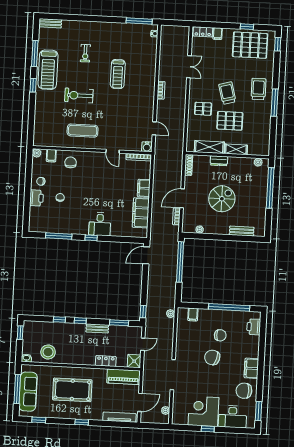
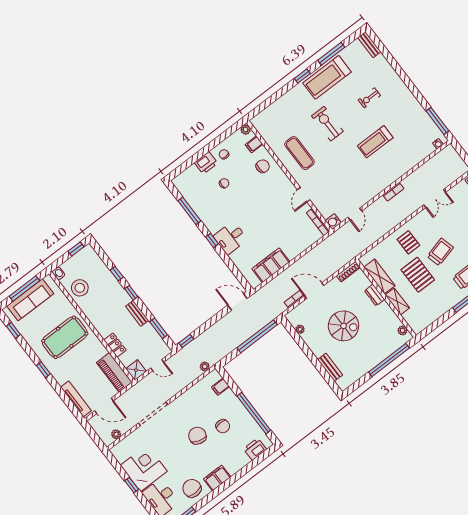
filing cabinet: (144, 188) -> (295, 250), removed
pool table: (72, 390) -> (65, 337), turned 90

